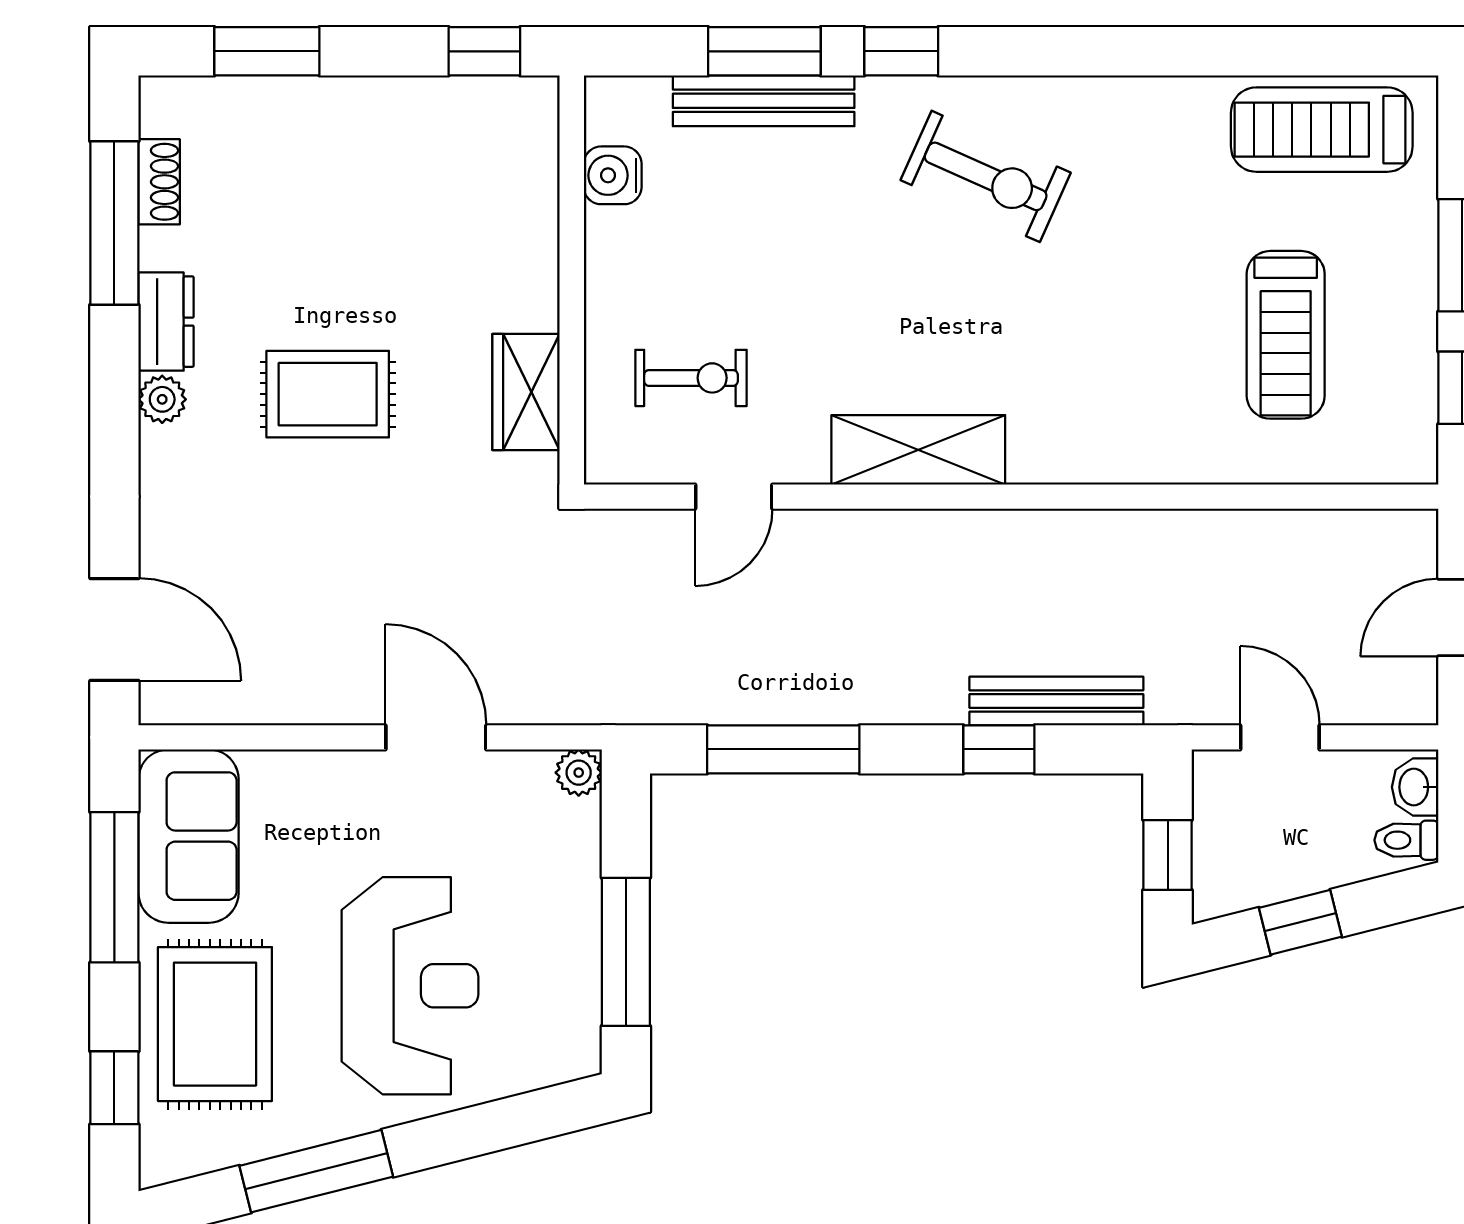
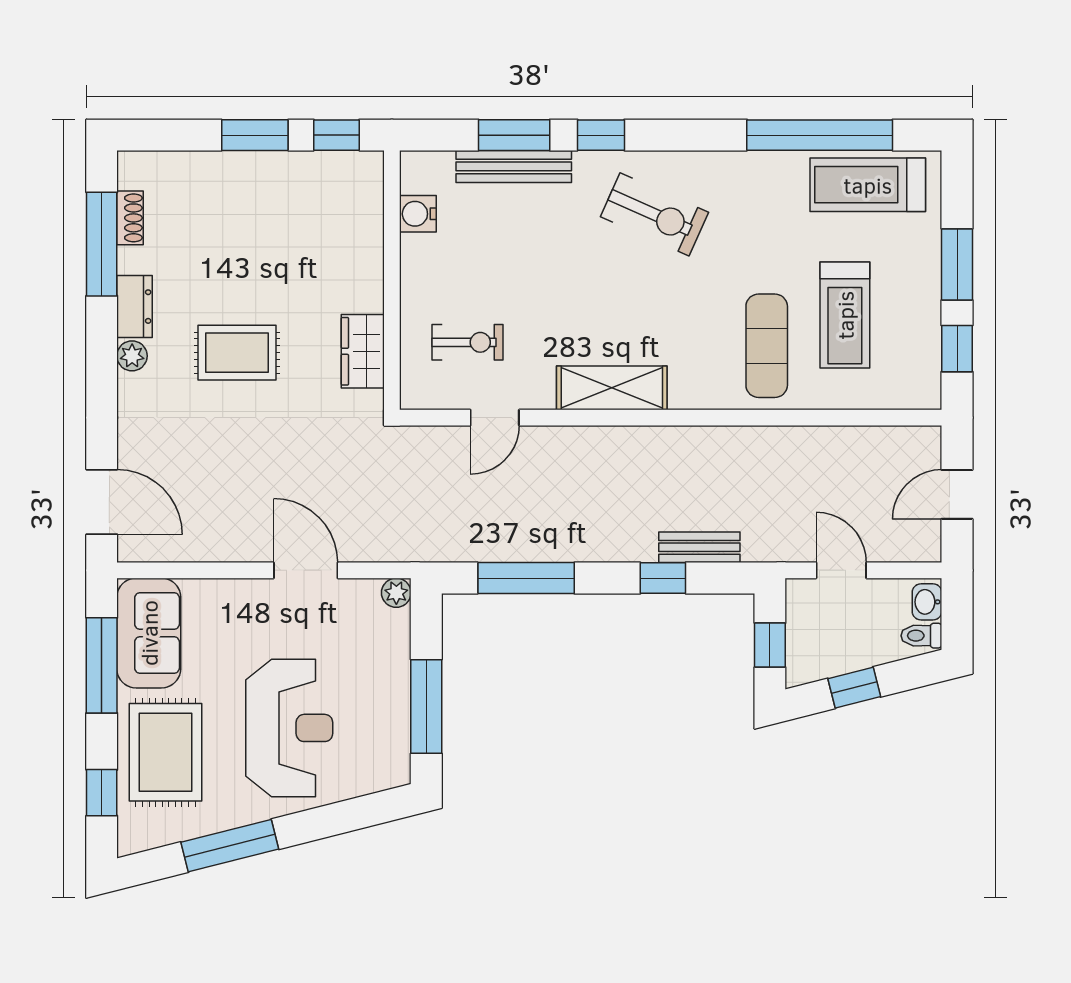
window: (267, 51) -> (255, 135), moved
window: (1246, 51) -> (820, 135), added
exercise mat: (1162, 383) -> (767, 346), added
bench: (1056, 701) -> (699, 547), width x0.73

